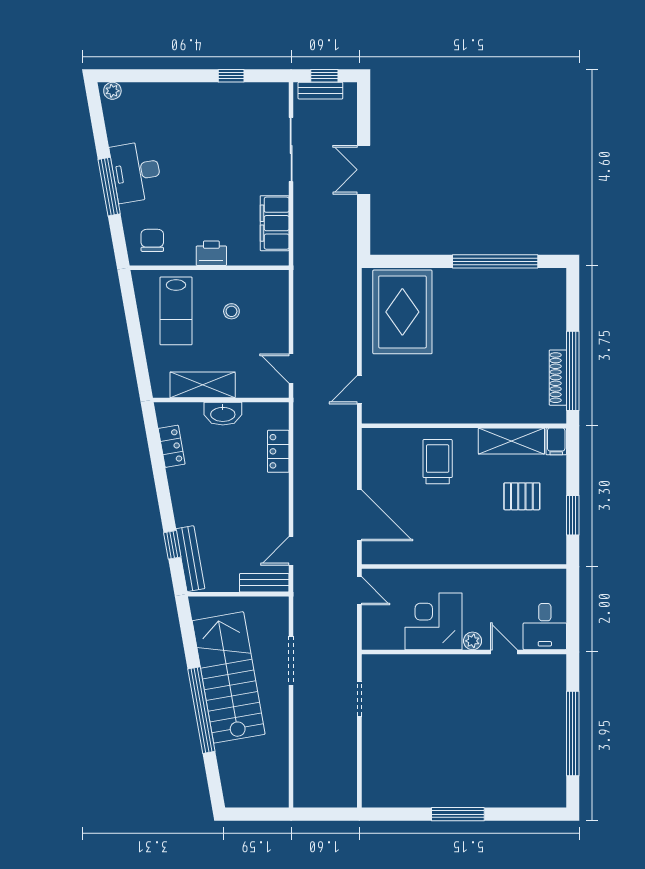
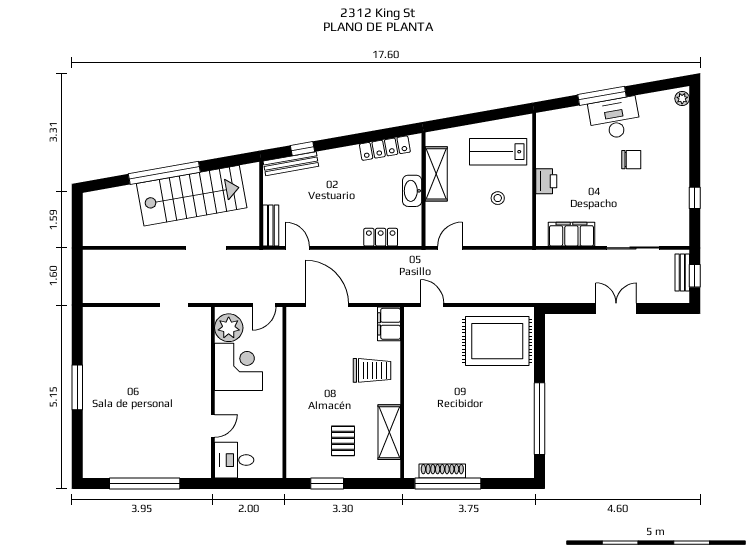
chair: (152, 240) -> (631, 160), moved
filing cabinet: (556, 441) -> (389, 324), moved, width x2.00
locker: (172, 446) -> (385, 148), width x1.53
door: (359, 515) -> (327, 305), swing flipped
plant: (473, 641) -> (229, 328), moved, width x1.88, depth x1.88

